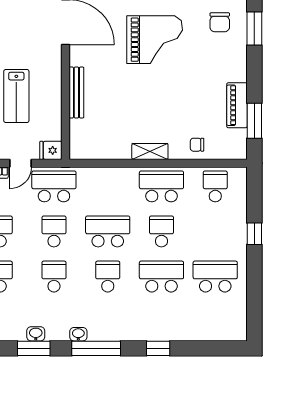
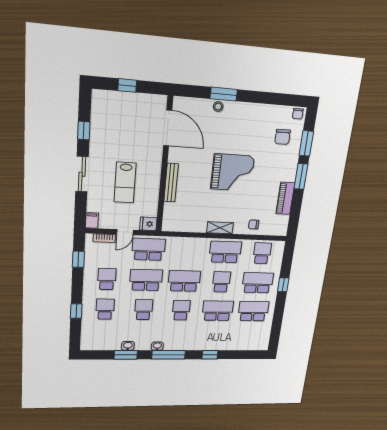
grand piano: (155, 40) -> (233, 172), moved
window: (254, 121) -> (301, 176), moved
school desk: (54, 231) -> (146, 280), width x1.85
school desk: (215, 231) -> (258, 283), added

